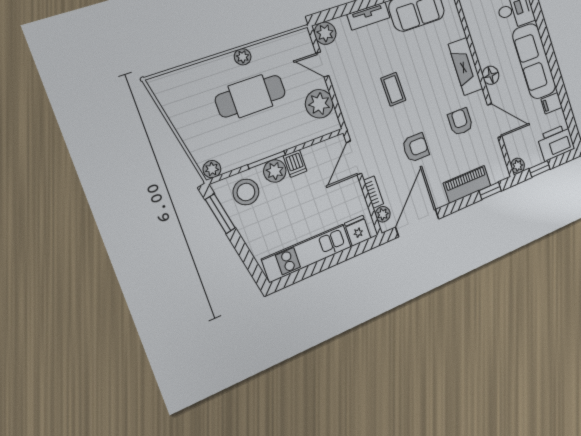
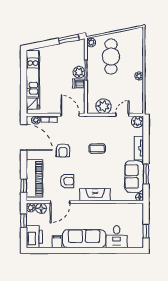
floor lamp: (491, 75) -> (41, 208), moved
cafe table: (251, 96) -> (111, 57), moved
piano: (467, 184) -> (34, 178), width x1.37, depth x1.33
stool: (246, 192) -> (74, 55), removed

